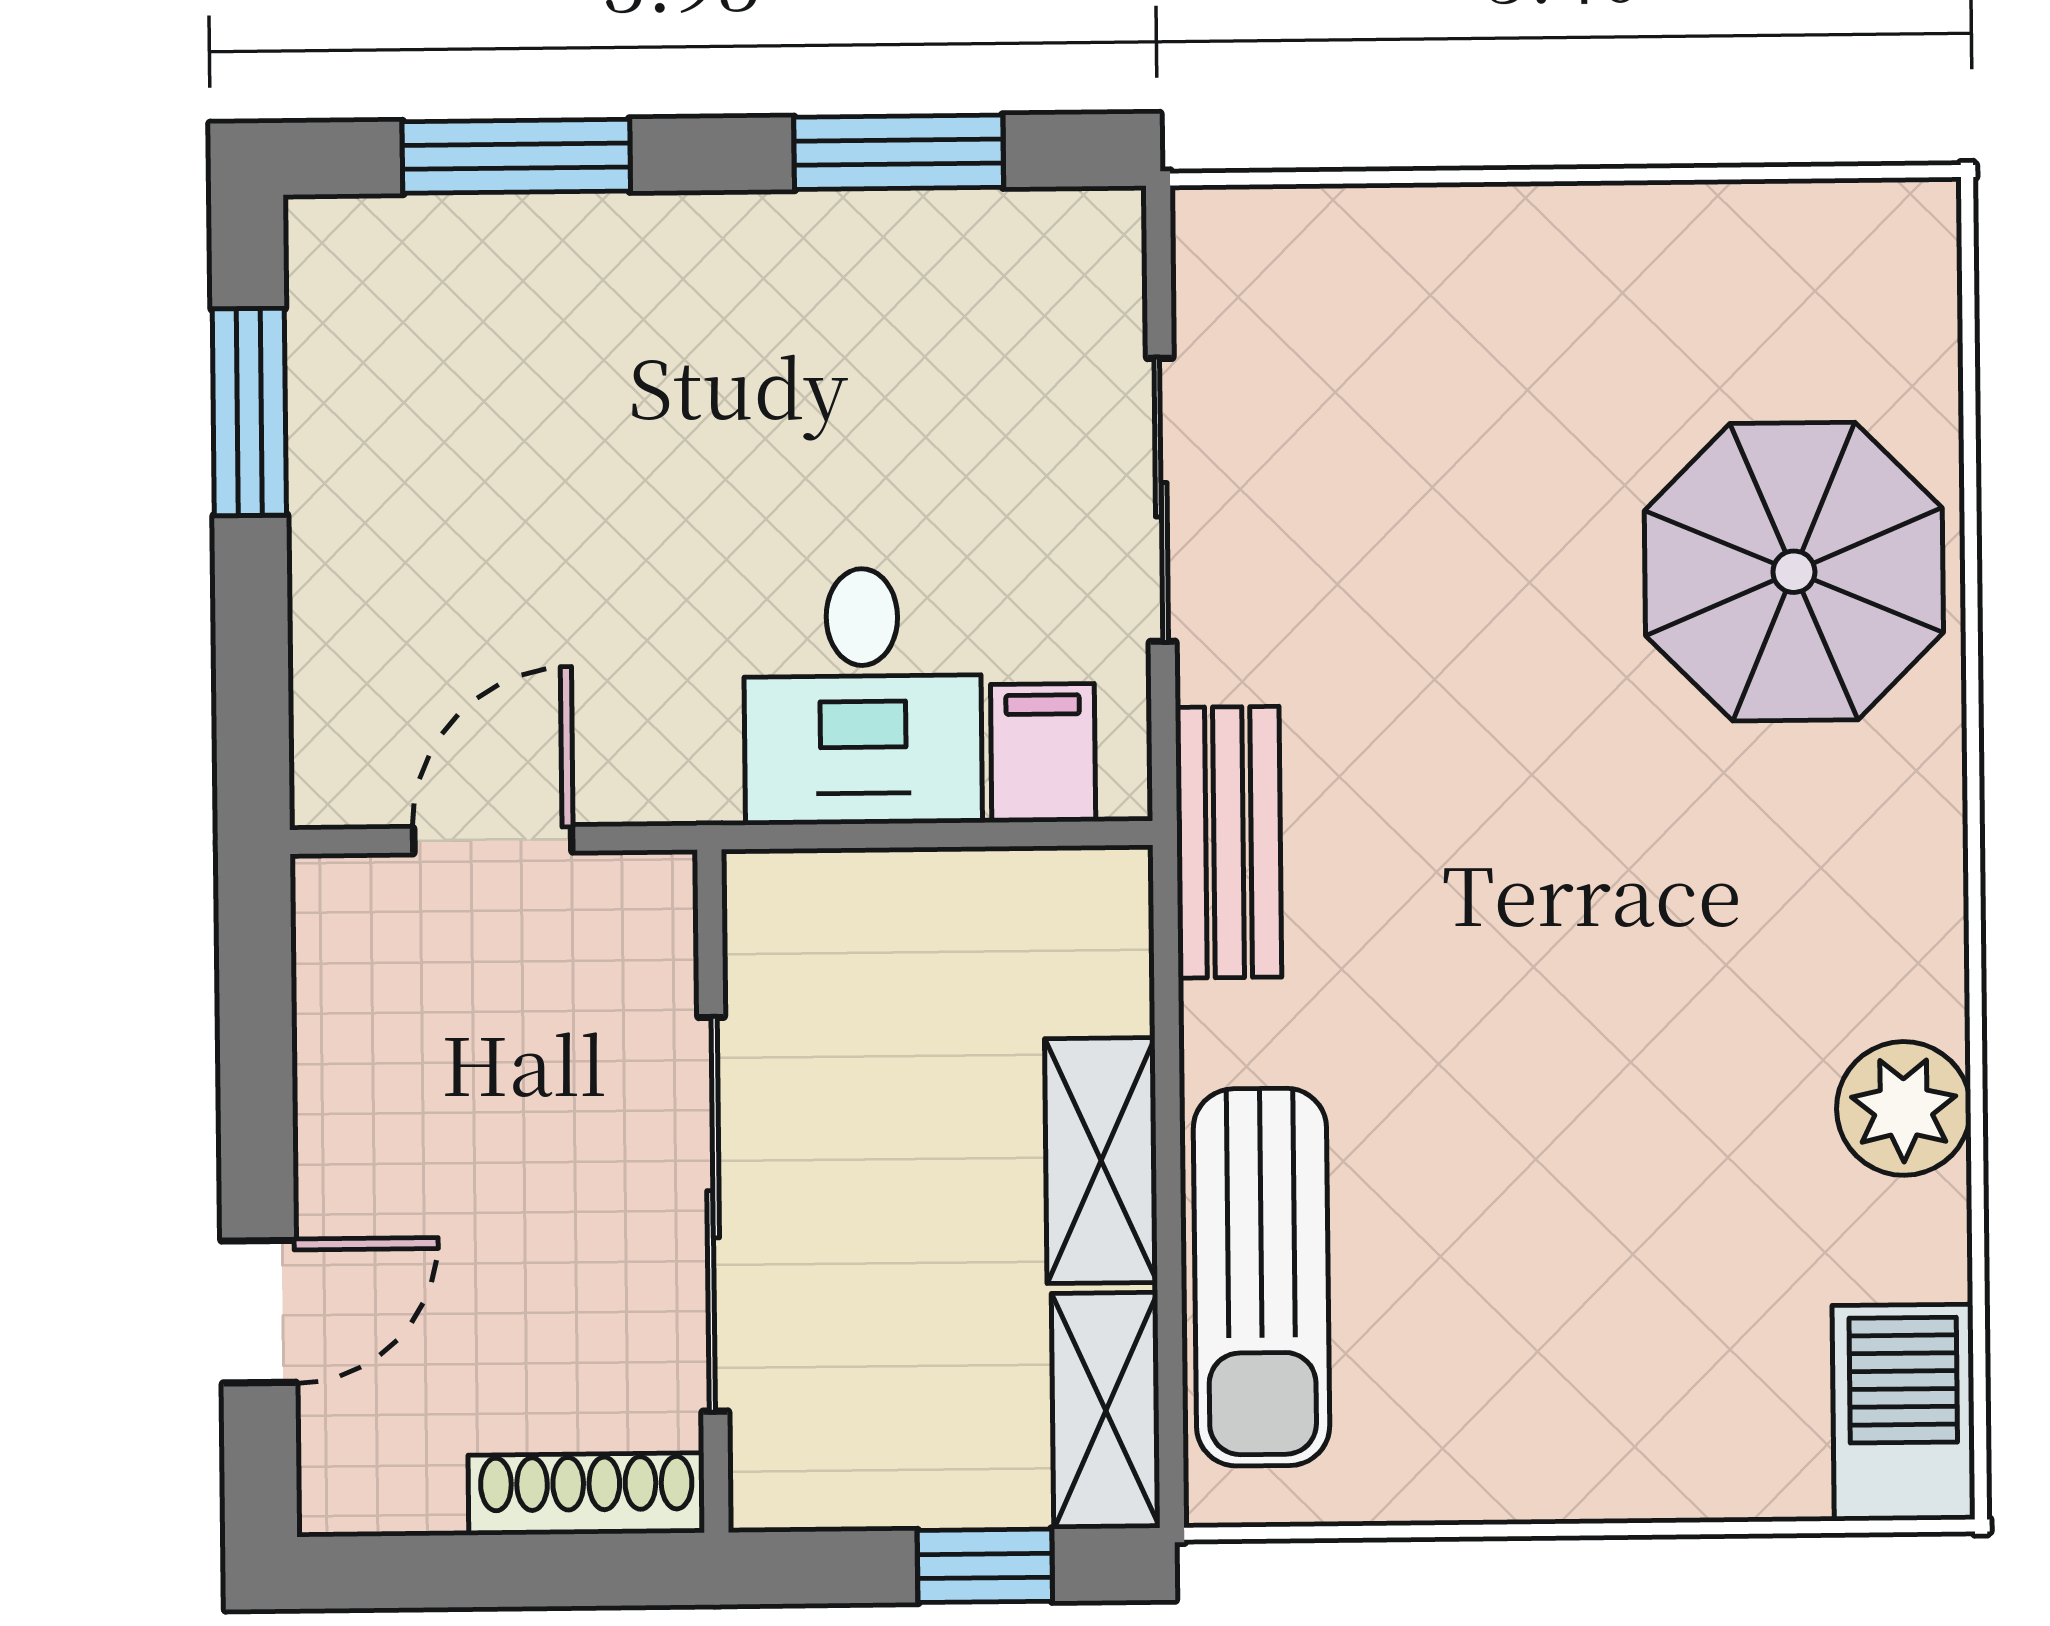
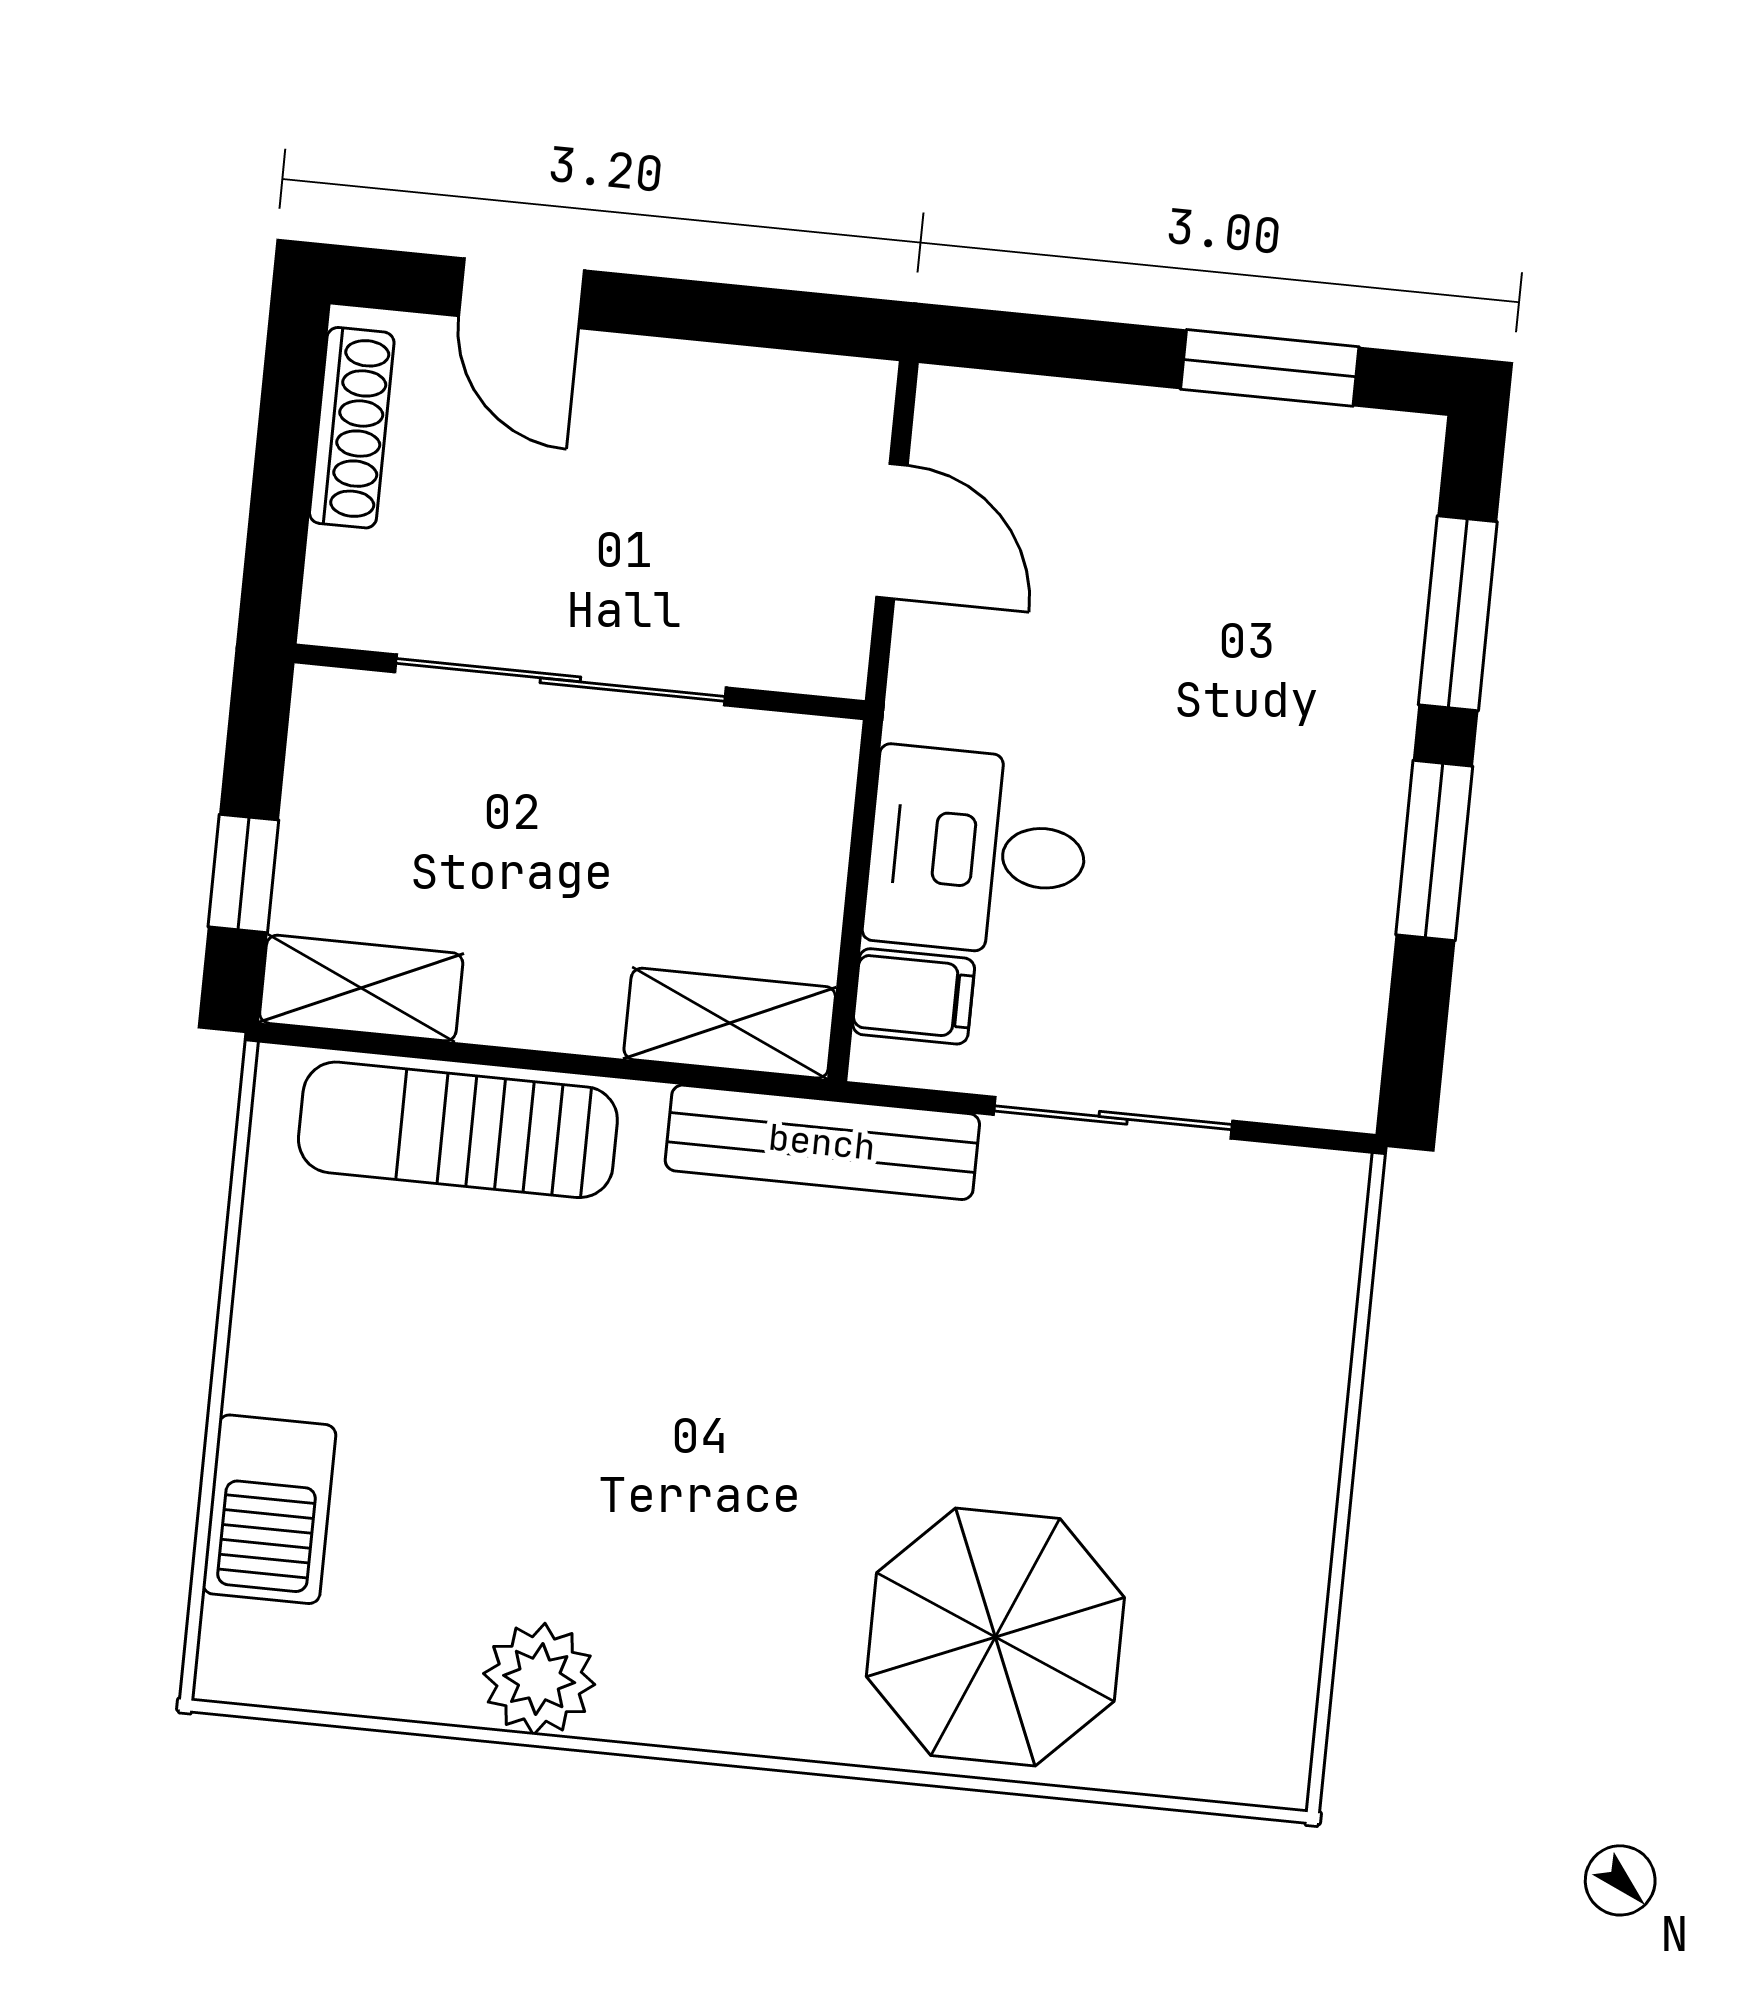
window: (899, 152) -> (1434, 850), moved
bench: (1229, 842) -> (822, 1142), width x1.36
shelving: (1101, 1161) -> (730, 1023), moved
barbecue: (1904, 1412) -> (269, 1509), moved, turned 90
shoe rack: (586, 1494) -> (352, 428), moved

